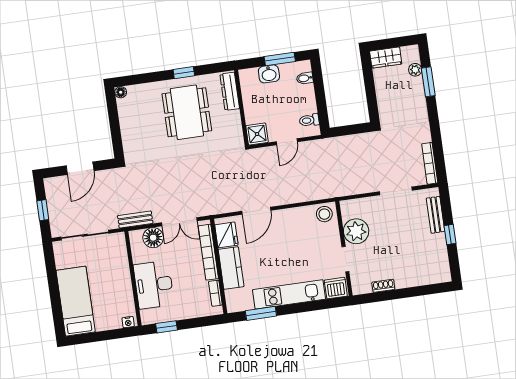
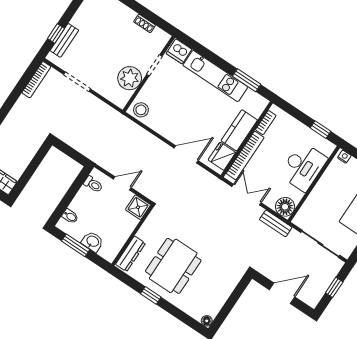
window: (450, 234) -> (56, 33), moved
floor lamp: (153, 238) -> (285, 207), moved

